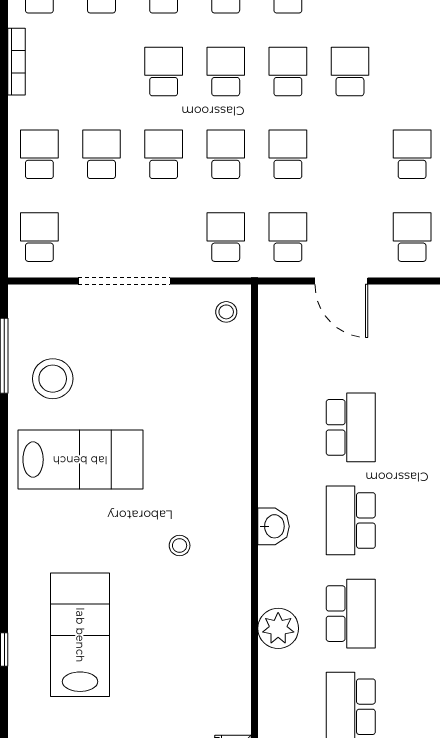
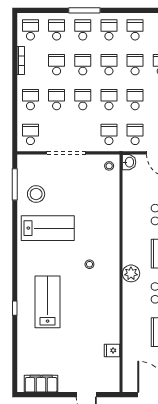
school desk: (101, 71) -> (57, 65), added
washbasin: (274, 526) -> (129, 162), moved
plant: (278, 628) -> (131, 273), moved

